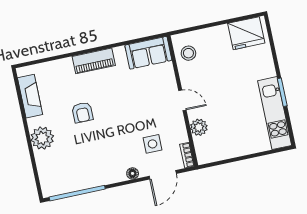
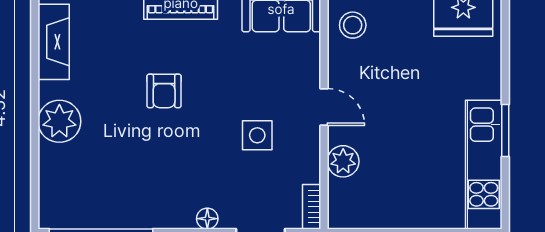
armchair: (82, 112) -> (164, 91), moved
side table: (153, 144) -> (257, 135), moved

